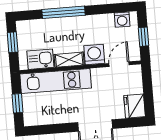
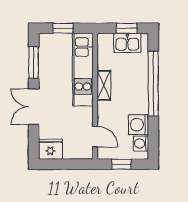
window: (64, 12) -> (153, 84), width x1.46
washing machine: (94, 55) -> (138, 125), moved, turned 180
kitchen sink: (40, 59) -> (127, 43), moved, turned 90
window: (53, 129) -> (34, 62), added

